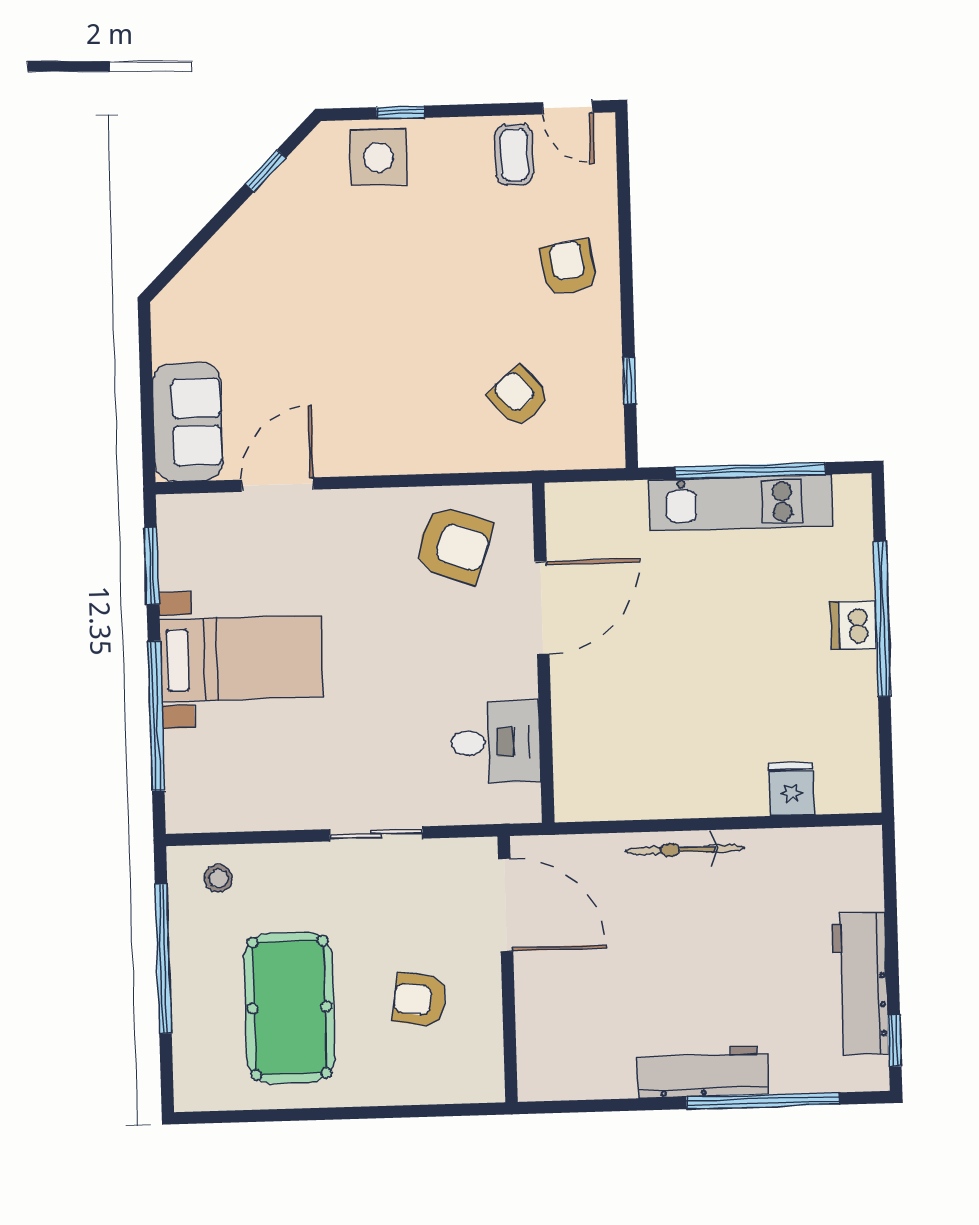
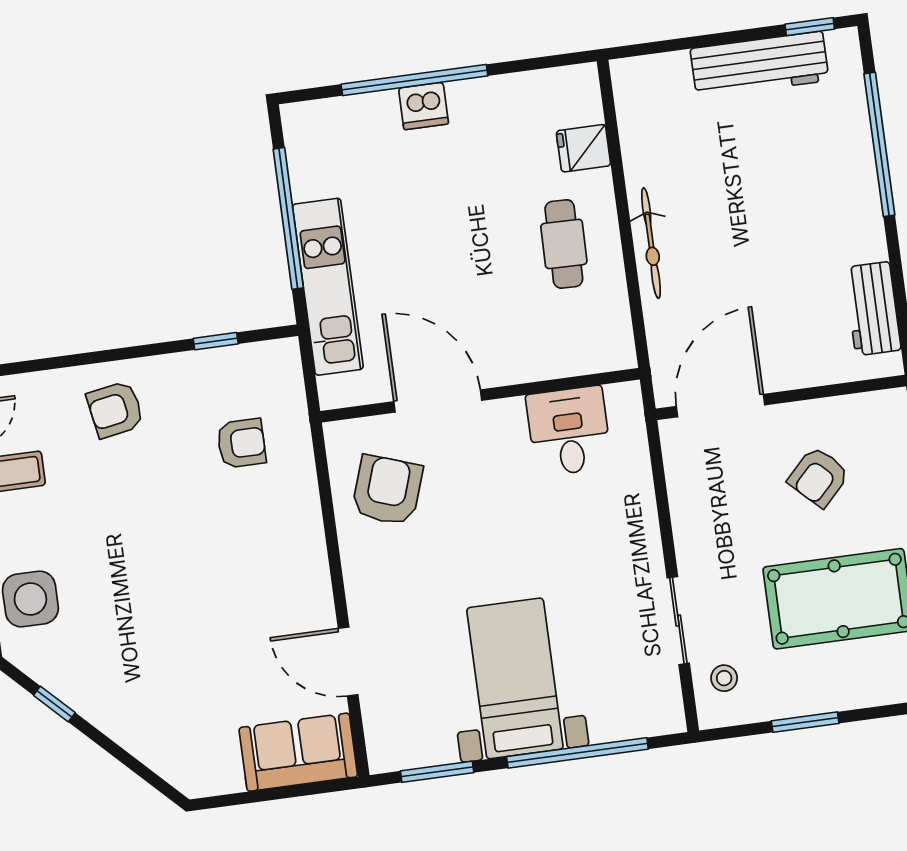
armchair: (519, 396) -> (241, 443), turned -139
kitchen unit: (740, 503) -> (328, 287), moved
cafe table: (693, 758) -> (564, 244), added
sliding door: (376, 834) -> (678, 621), moved
window: (163, 959) -> (805, 722), width x0.47
armchair: (420, 1000) -> (819, 477), turned 35
workbench: (703, 1072) -> (872, 309), moved, width x0.73

